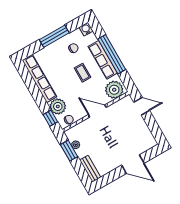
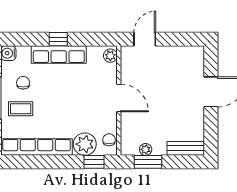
window: (112, 54) -> (58, 39), width x0.32
coffee table: (82, 73) -> (21, 109), moved
plant: (114, 90) -> (110, 56), width x0.53, depth x0.53
door: (97, 111) -> (119, 98), swing flipped

